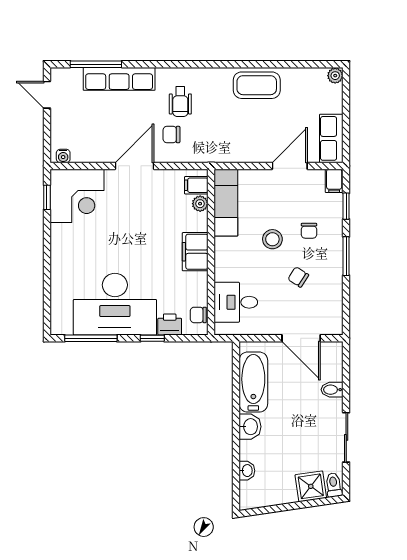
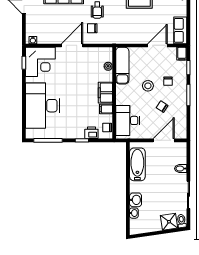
filing cabinet: (196, 185) -> (106, 109), moved
desk: (236, 302) -> (128, 120), width x1.37
desk: (115, 304) -> (43, 106), moved, turned 90
door: (301, 338) -> (164, 140), swing flipped
washbasin: (250, 427) -> (136, 200), moved

